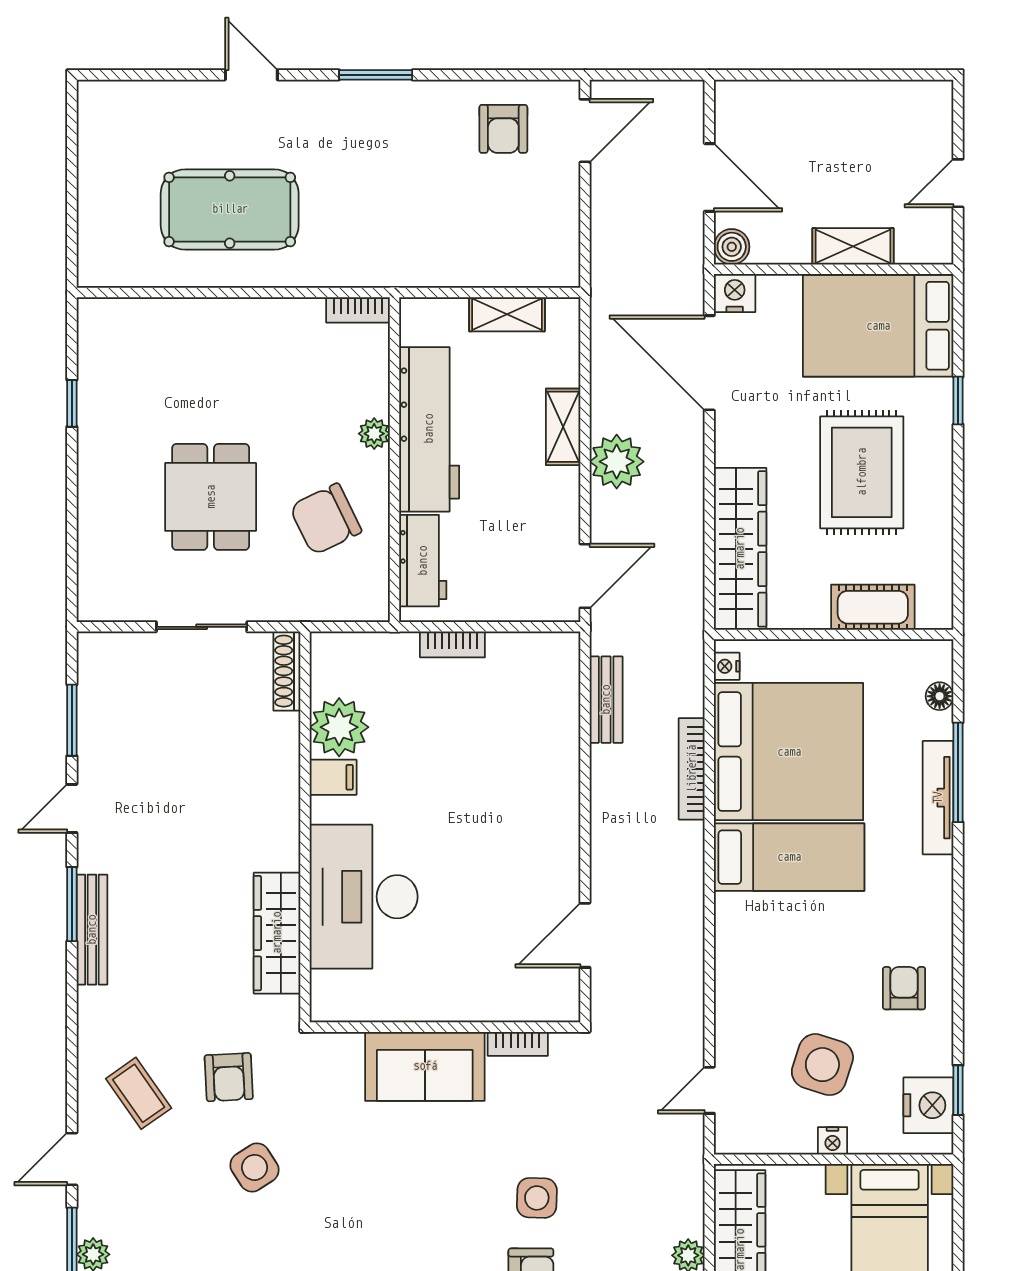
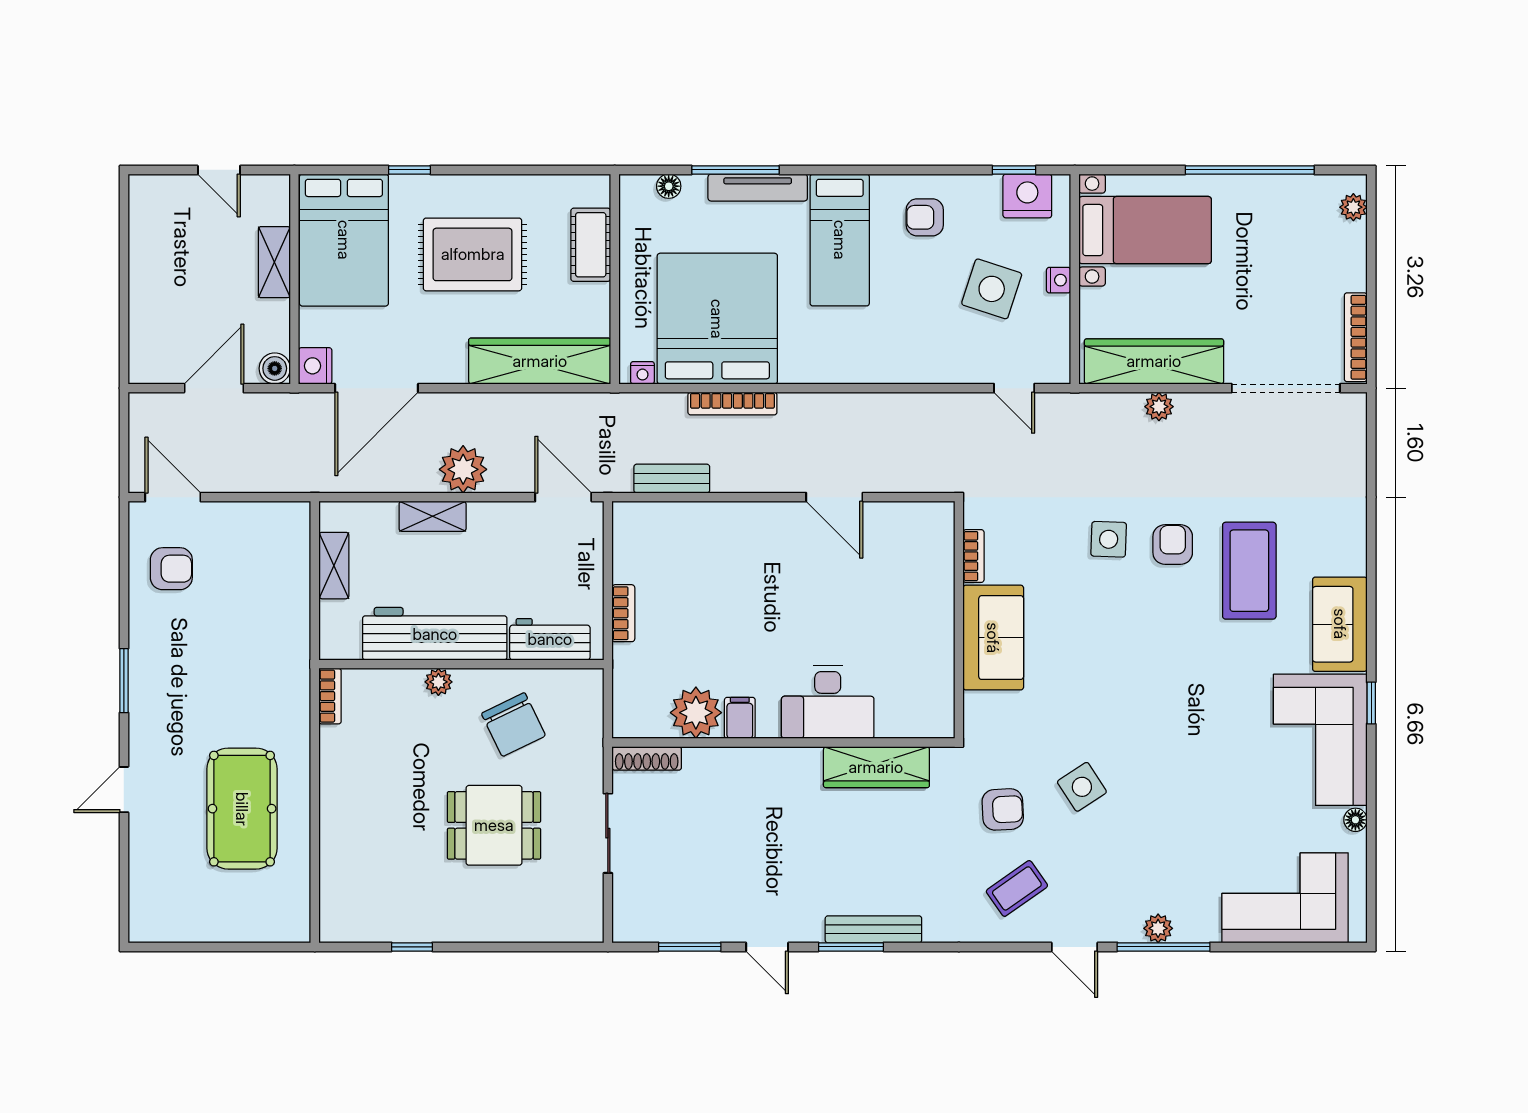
bed: (789, 857) -> (840, 240), moved, turned 180
desk: (364, 897) -> (828, 702), width x0.73, depth x0.77
door: (585, 935) -> (834, 497), moved

